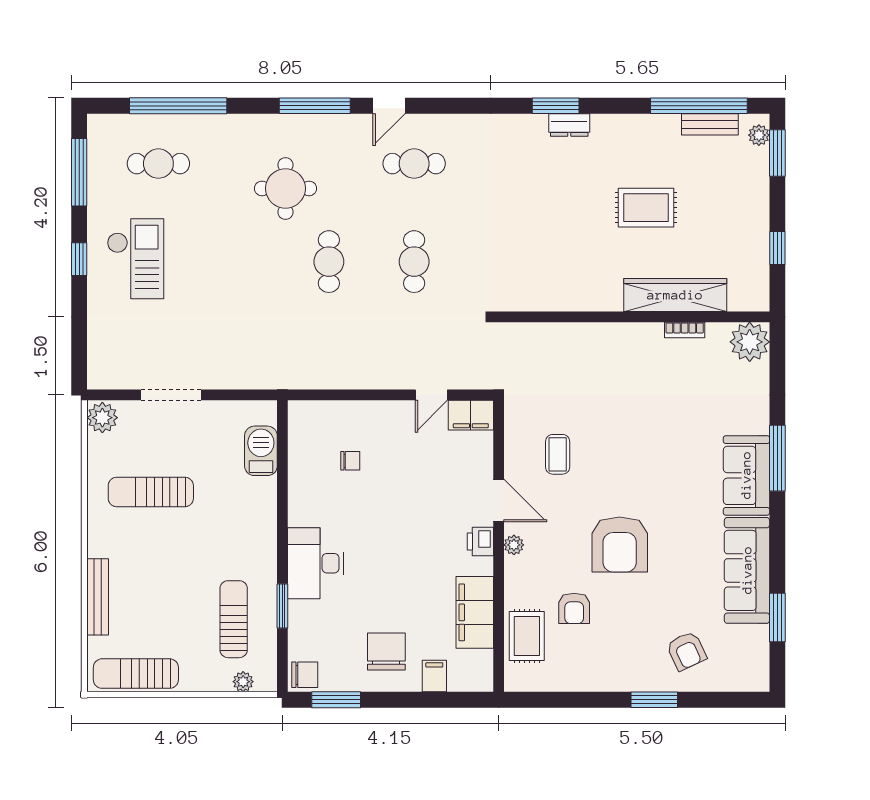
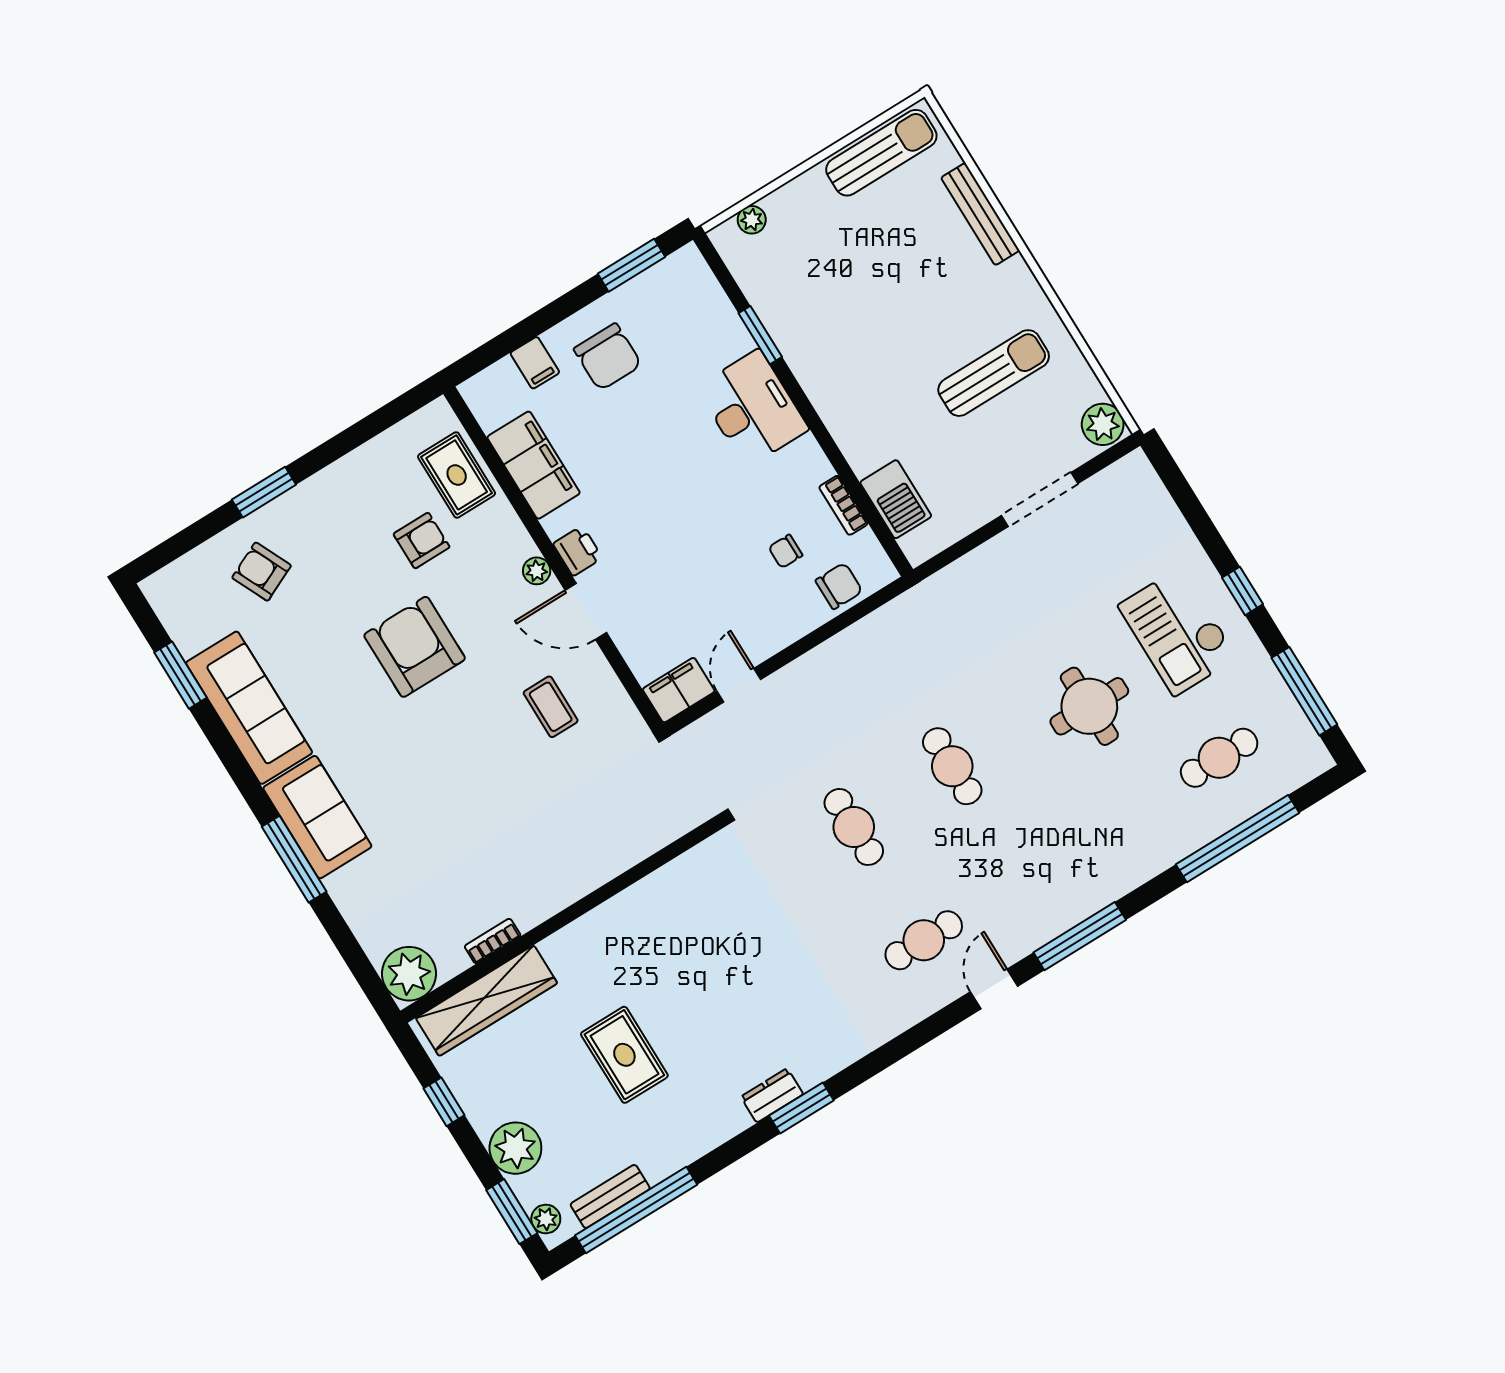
round table: (285, 188) -> (1089, 706), moved
plant: (750, 191) -> (515, 1148), added
rug: (646, 208) -> (624, 1055), turned 90
wardrobe: (675, 295) -> (486, 1001), moved
bookcase: (296, 467) -> (843, 505), added
armchair: (574, 608) -> (422, 541), turned 90
sun lounger: (234, 619) -> (807, 285), removed
chair: (305, 675) -> (839, 586), moved, turned 180

